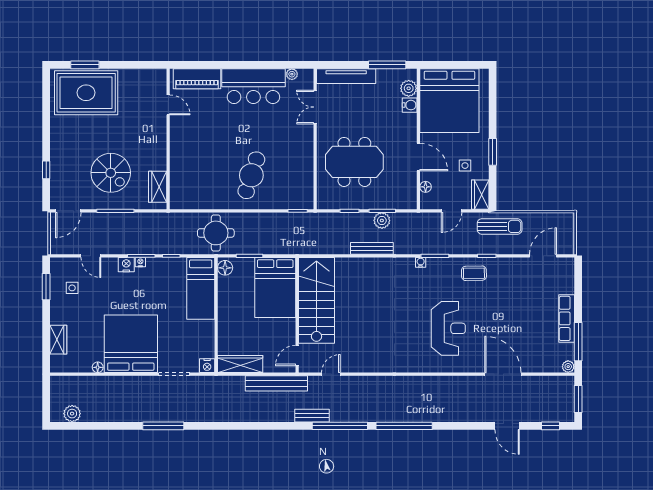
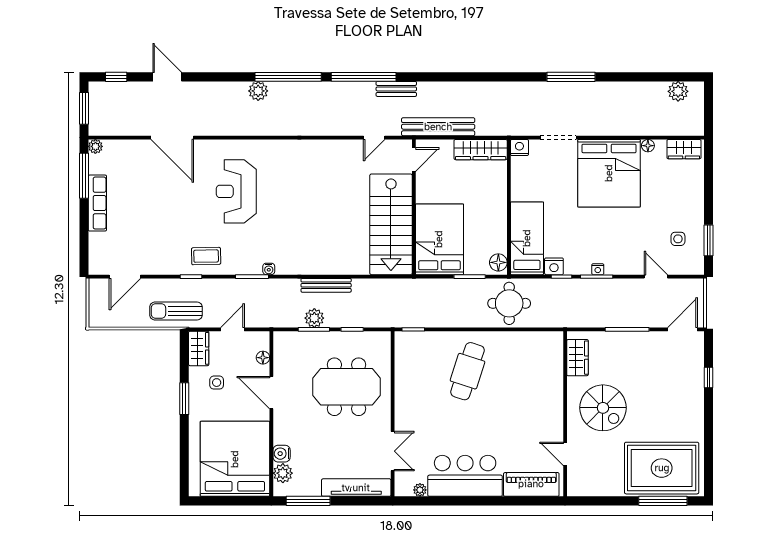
window: (85, 65) -> (663, 501), width x1.44
spiral stairs: (111, 173) -> (603, 408), moved, turned 180
nightstand: (126, 265) -> (554, 266), moved
wardrobe: (58, 340) -> (684, 149), moved, turned -90
plant: (430, 414) -> (258, 91), added

